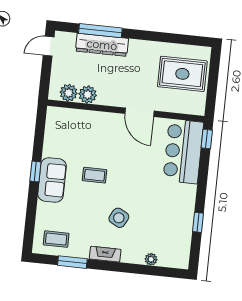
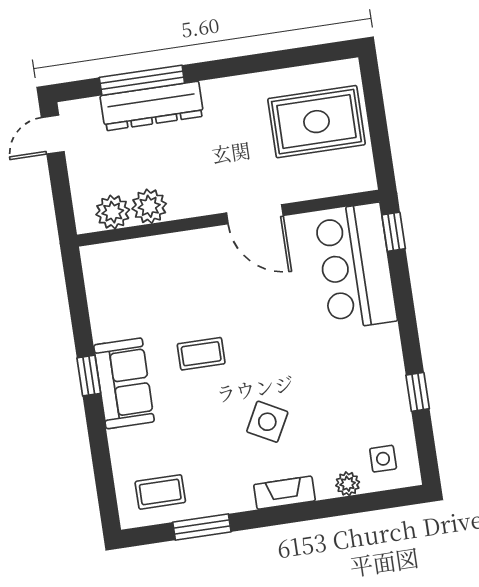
side table: (172, 251) -> (383, 459), added
fireplace: (105, 254) -> (284, 493), moved

